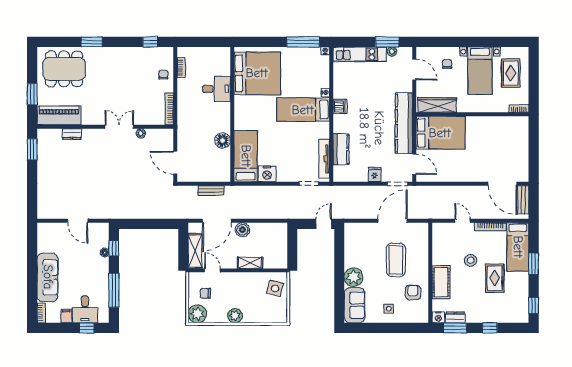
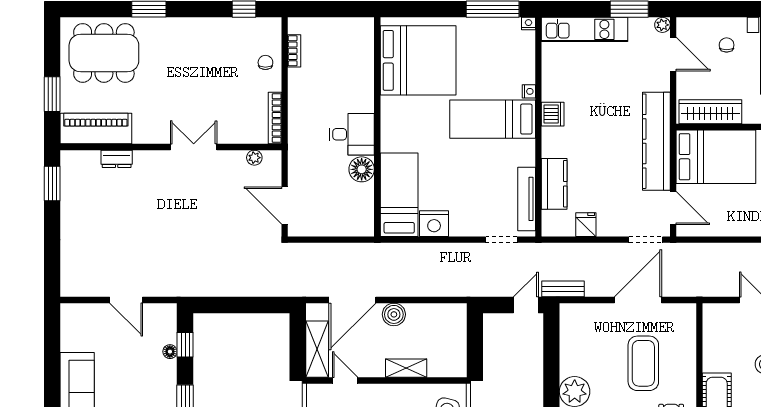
plant: (392, 52) -> (662, 25), moved
desk: (216, 89) -> (352, 134), moved
plant: (141, 133) -> (254, 158), moved
fridge: (375, 174) -> (586, 225), moved
bench: (211, 191) -> (563, 289), moved

